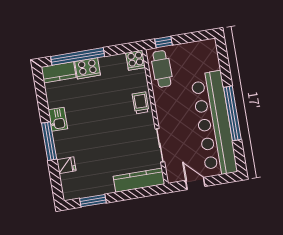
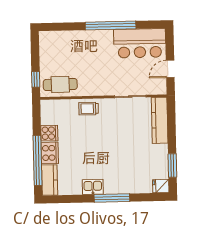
cooker: (136, 60) -> (49, 133), moved
bar counter: (214, 124) -> (140, 43), width x0.54
fridge: (66, 165) -> (161, 186), moved, turned -90

